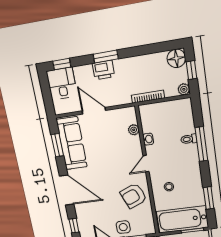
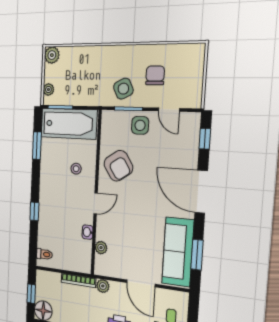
plant: (184, 89) -> (103, 286), moved
toilet: (189, 139) -> (44, 254), moved
window: (201, 144) -> (34, 211), width x0.46
armchair: (133, 196) -> (118, 166), turned 78

